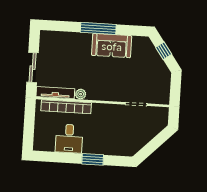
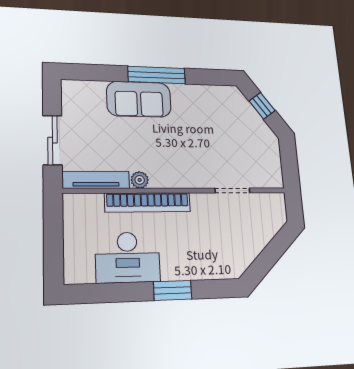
sofa: (112, 46) -> (139, 99), moved
bookcase: (66, 107) -> (148, 202), moved
desk: (69, 139) -> (128, 257), width x1.37

